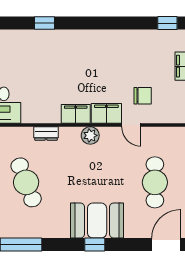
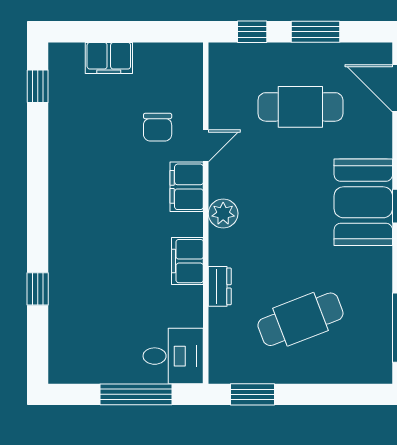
chair: (143, 96) -> (158, 127), turned 180
filing cabinet: (76, 114) -> (187, 261), moved

